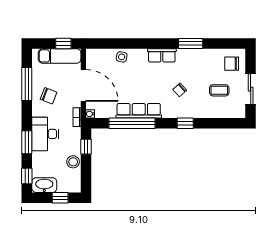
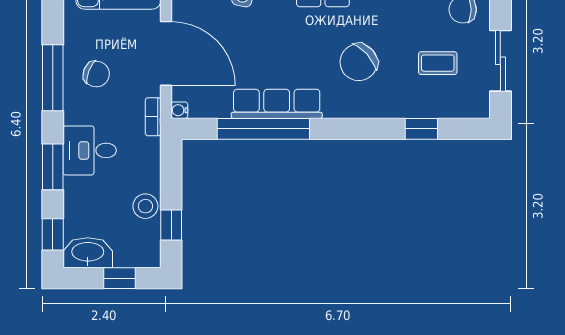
window: (27, 84) -> (53, 78), moved
chair: (180, 90) -> (359, 62), width x1.87, depth x1.87
window: (185, 123) -> (421, 129), moved
desk: (45, 134) -> (90, 150), width x0.73
window: (86, 147) -> (171, 225), moved

